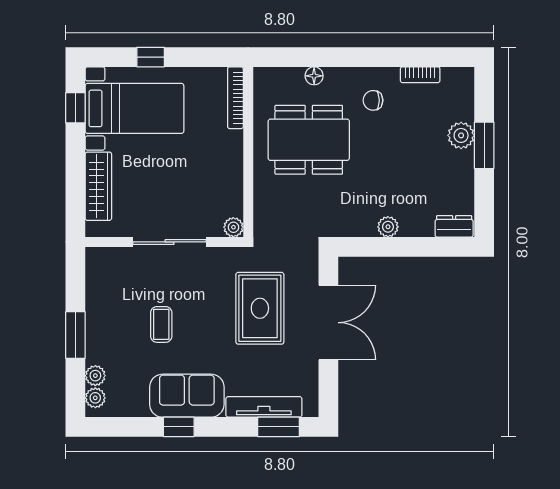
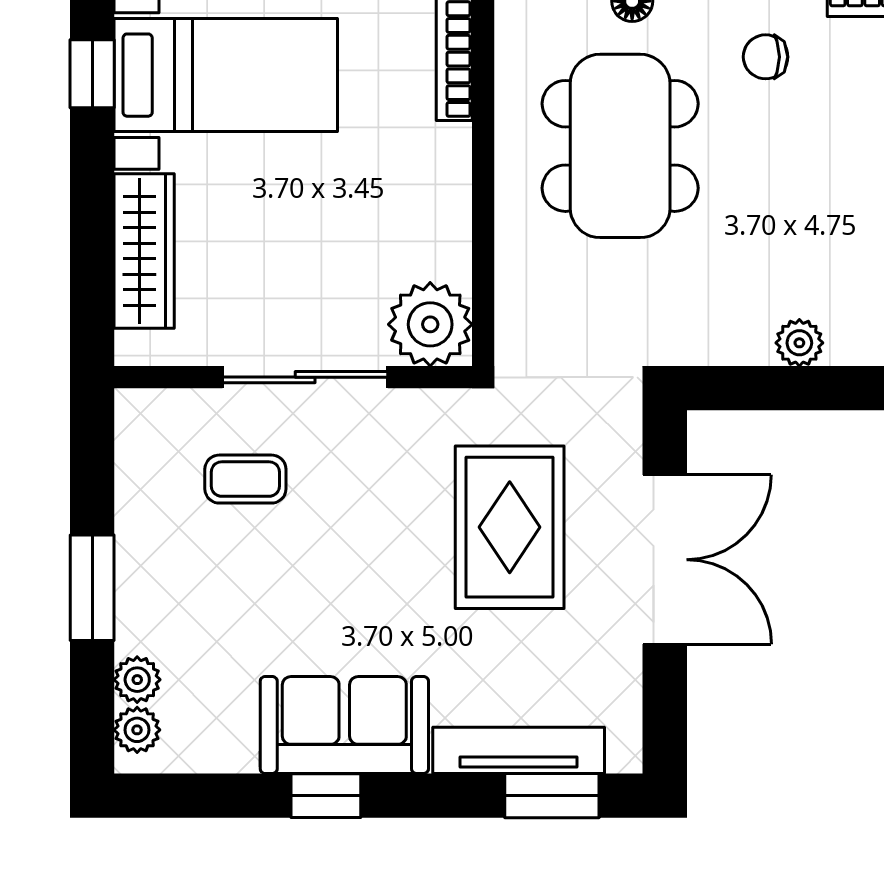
dining table: (309, 140) -> (620, 146), turned 90
plant: (233, 227) -> (430, 324), width x1.87, depth x1.87
coffee table: (161, 324) -> (245, 479), moved, turned 90

